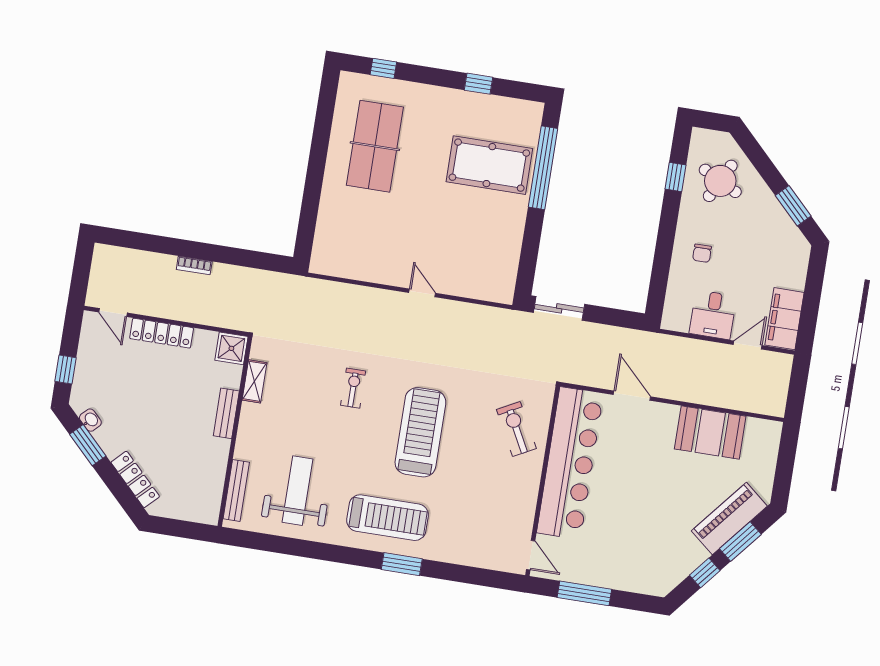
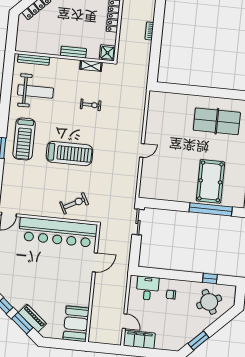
round table: (720, 181) -> (209, 302), turned 36
desk: (713, 315) -> (148, 288), moved, turned 90
exercise bike: (353, 388) -> (91, 105), moved
booth: (710, 433) -> (76, 324), moved
piano: (729, 519) -> (32, 318), width x0.73, depth x0.75

